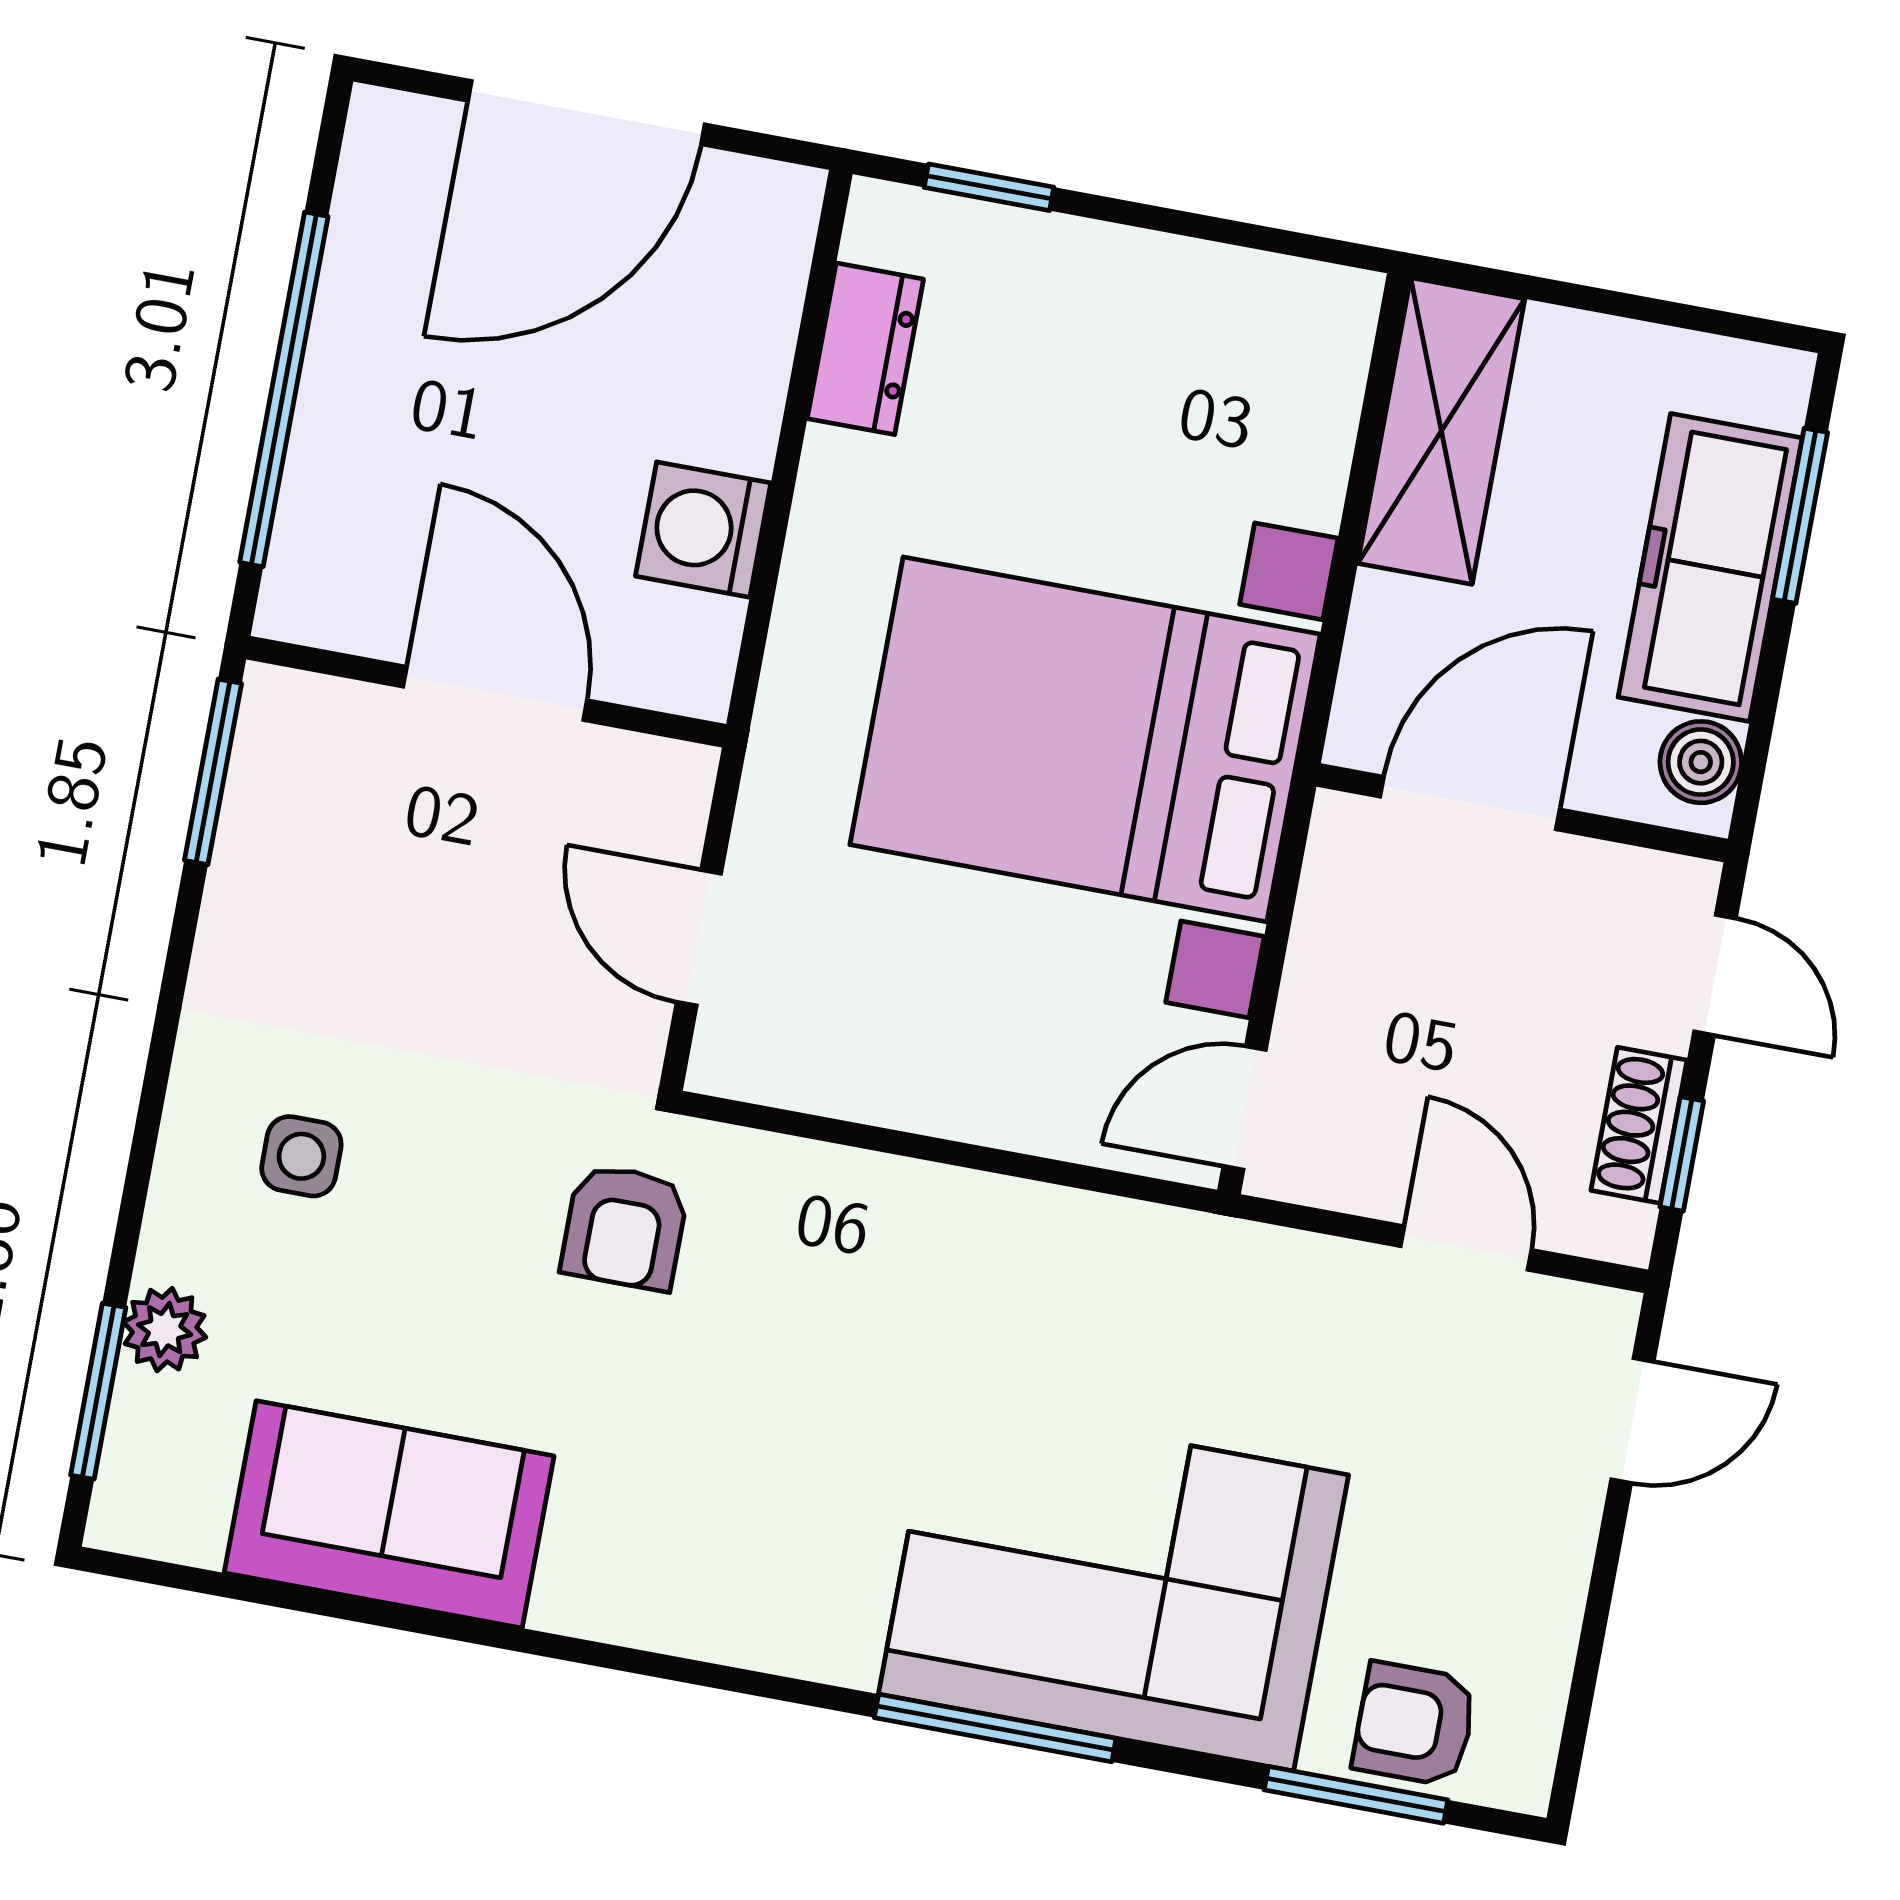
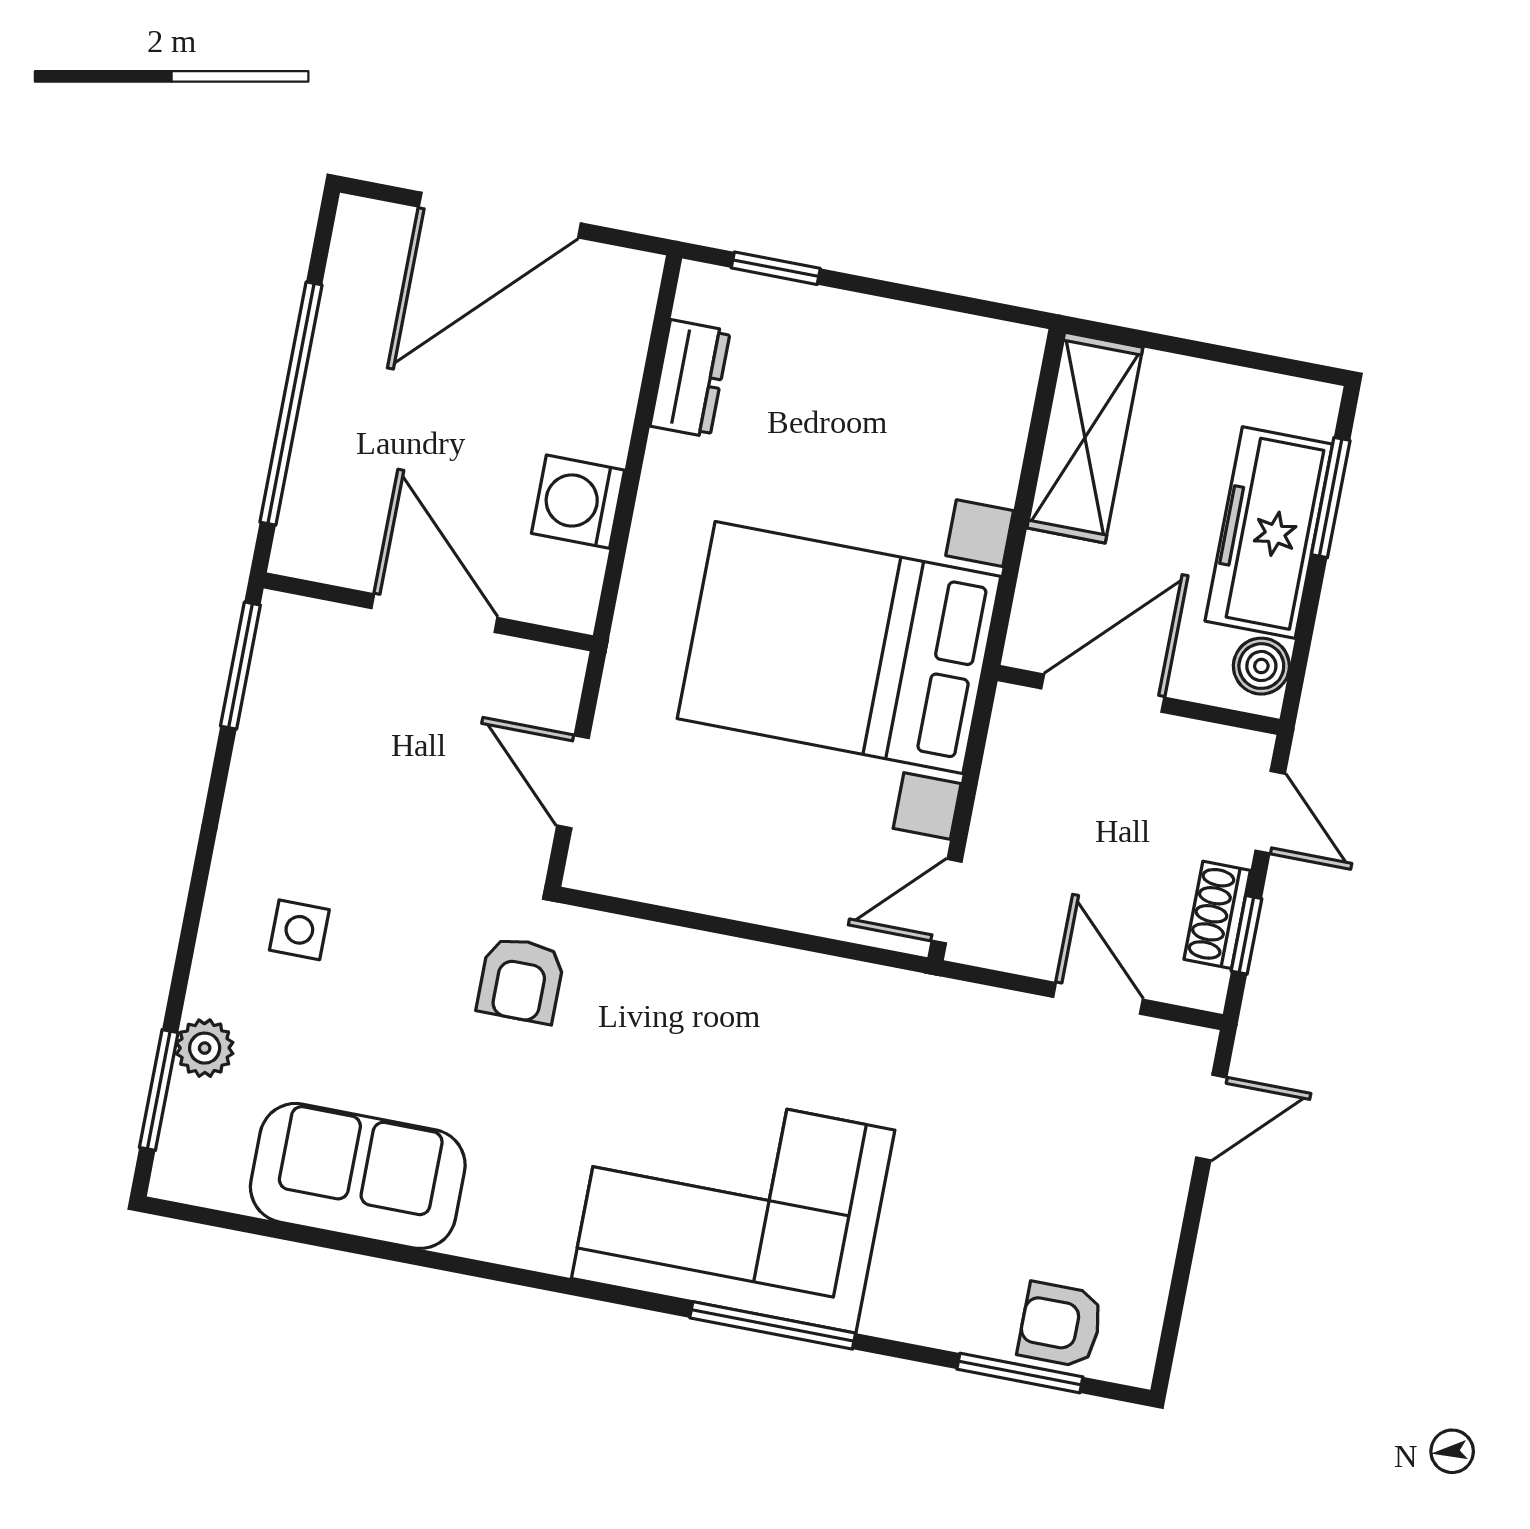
corner sofa: (1113, 1585) -> (733, 1204), moved

